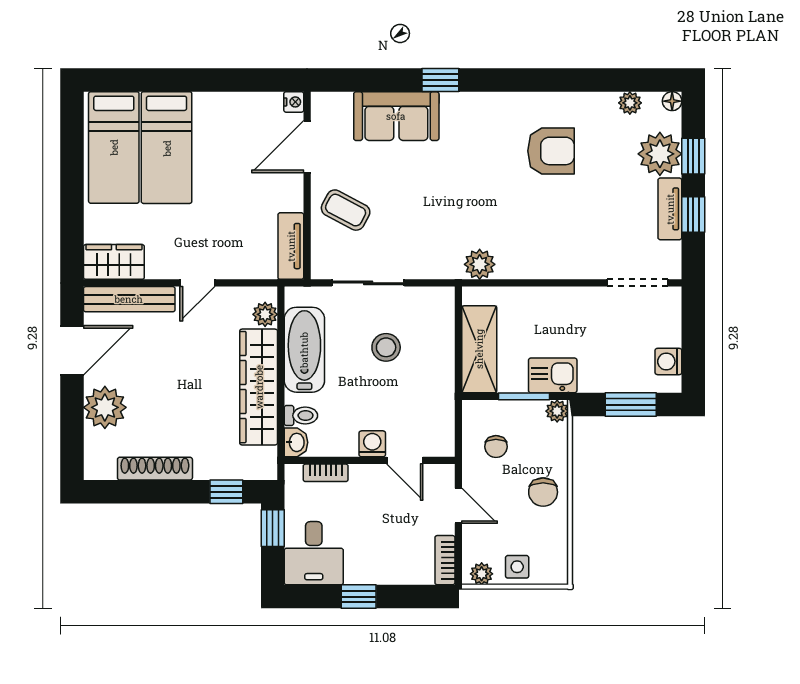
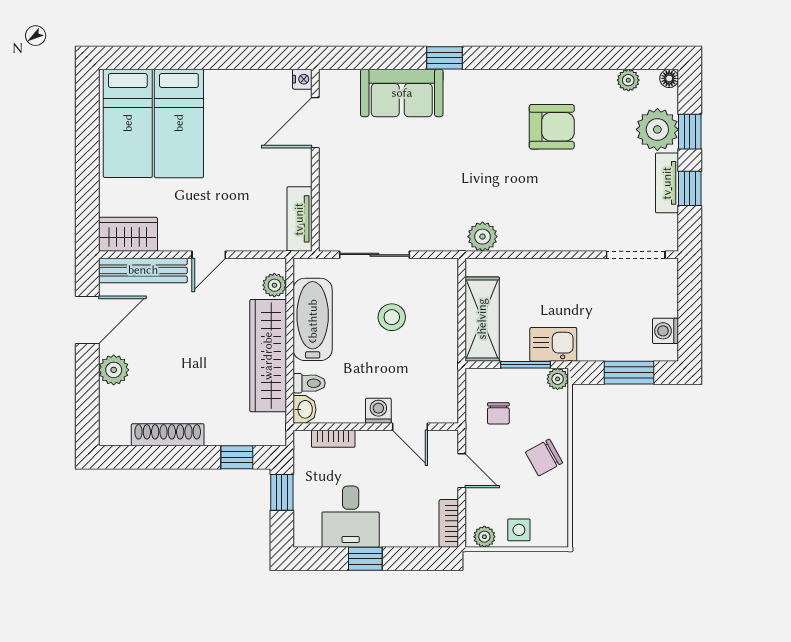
coffee table: (346, 210) -> (353, 184), removed
plant: (105, 407) -> (114, 370), width x0.73, depth x0.73
chair: (543, 492) -> (544, 457), turned 61
desk: (314, 553) -> (351, 517), moved

